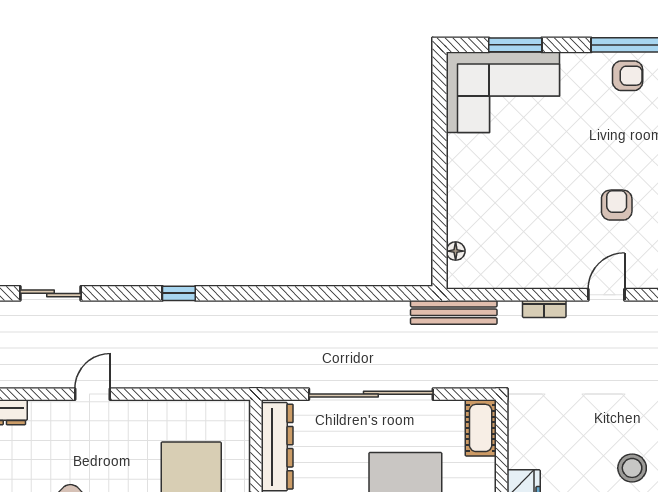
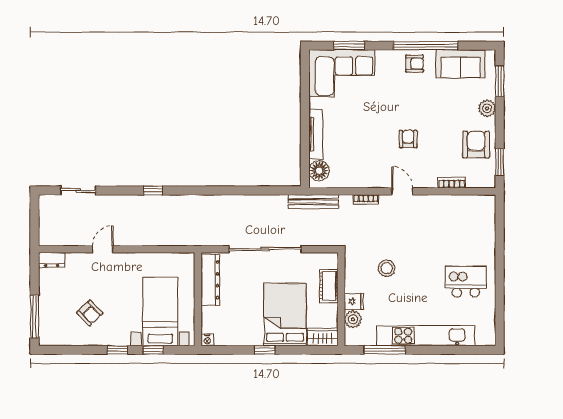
tv unit: (458, 197) -> (316, 134), added
floor lamp: (456, 251) -> (319, 171), width x1.89, depth x1.89
door: (606, 295) -> (402, 191), hinge flipped
cot: (481, 428) -> (329, 286), moved
stool: (632, 468) -> (387, 268), moved

